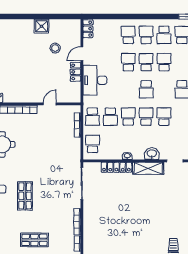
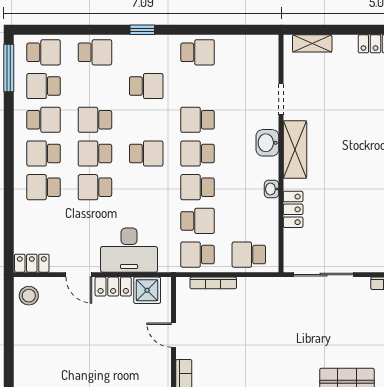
shower: (41, 26) -> (147, 290), moved
stool: (55, 48) -> (29, 296), moved
school desk: (92, 117) -> (198, 255), turned 180
locker: (116, 167) -> (293, 209), width x0.66

